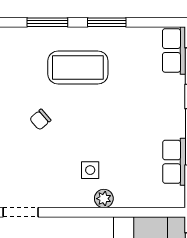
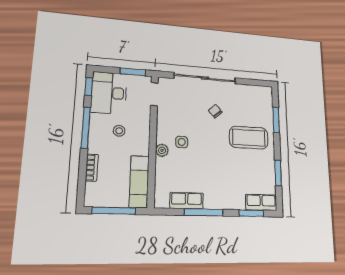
window: (107, 22) -> (278, 173), moved
coffee table: (78, 67) -> (249, 138), turned 90

